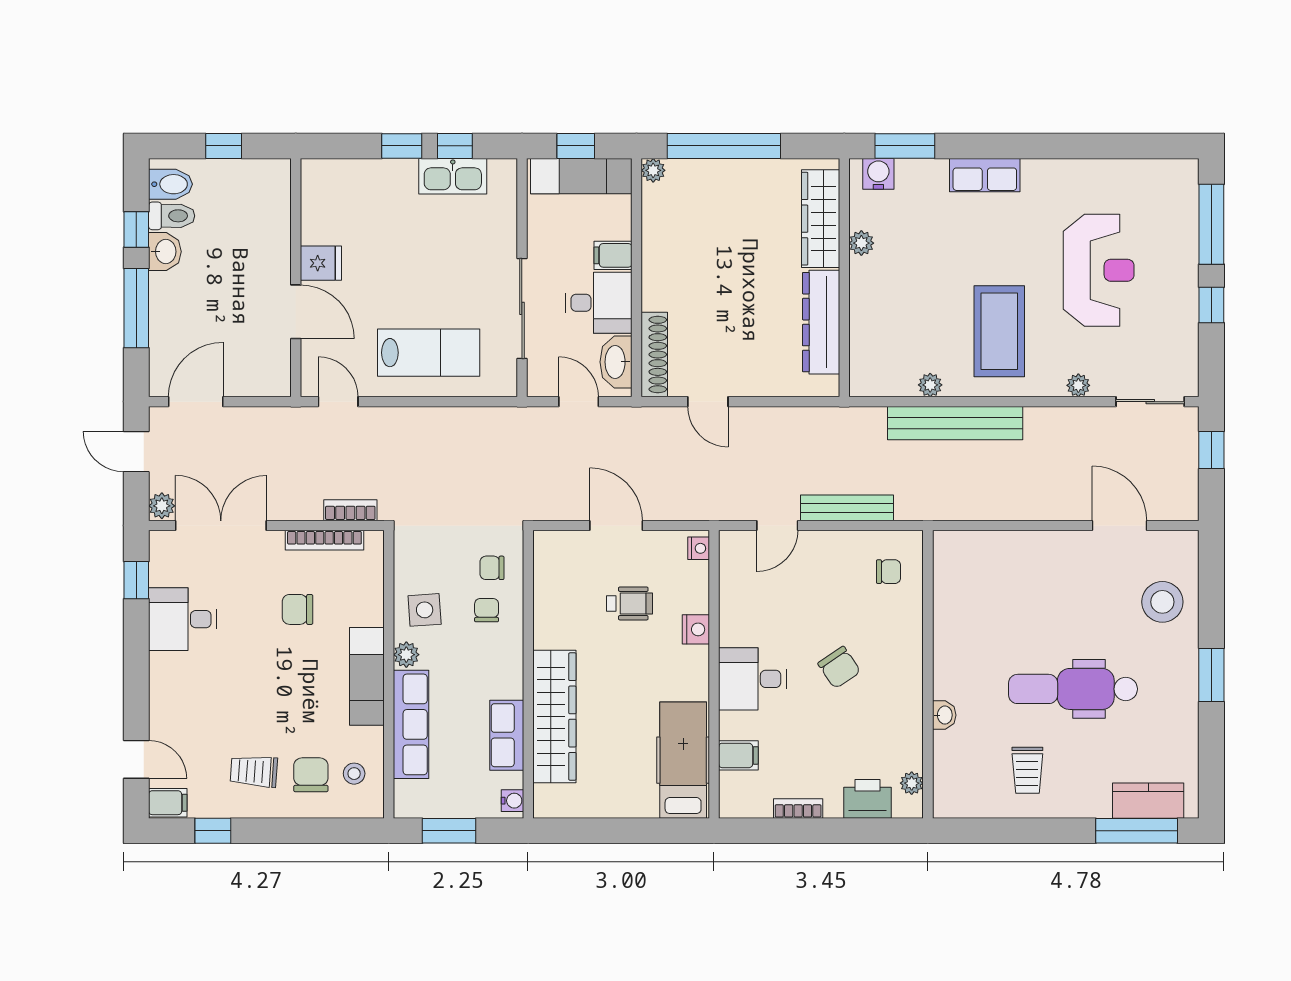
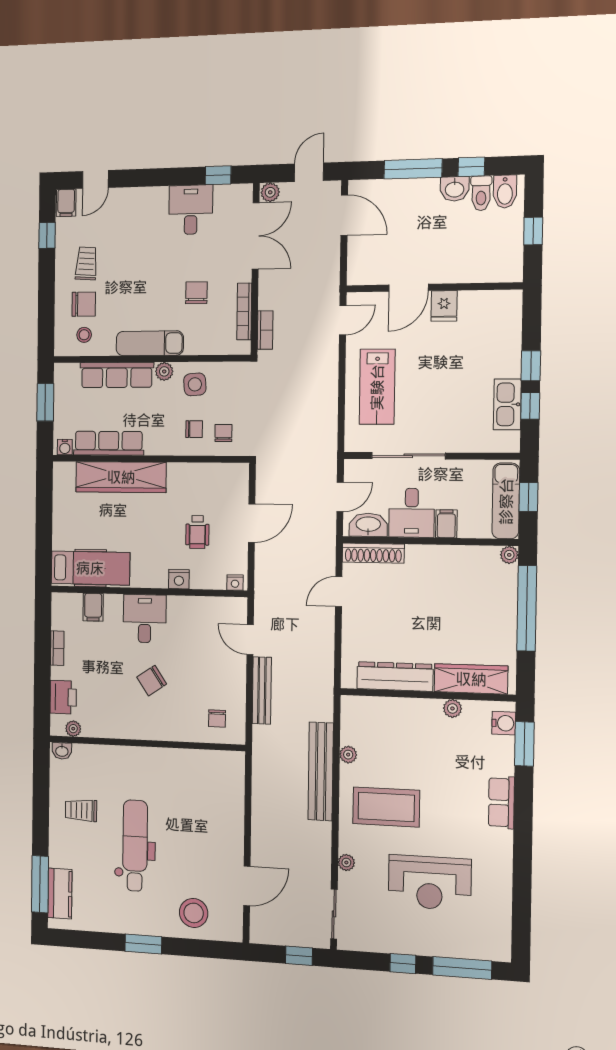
washbasin: (944, 715) -> (62, 751), moved
row of seats: (507, 735) -> (109, 443), width x1.48

